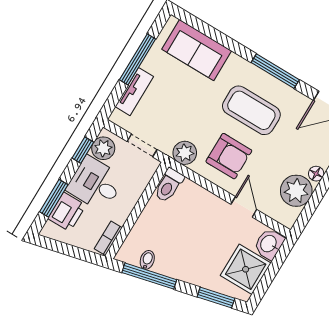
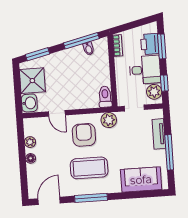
armchair: (229, 156) -> (84, 135), turned 90
plant: (296, 191) -> (30, 142), width x0.53, depth x0.53

